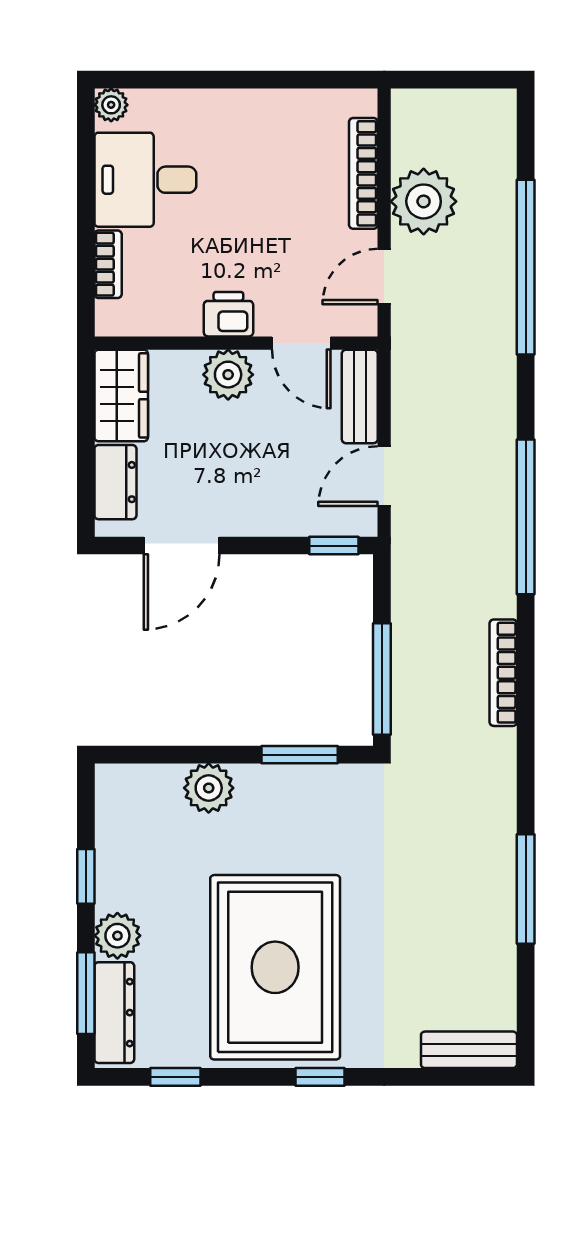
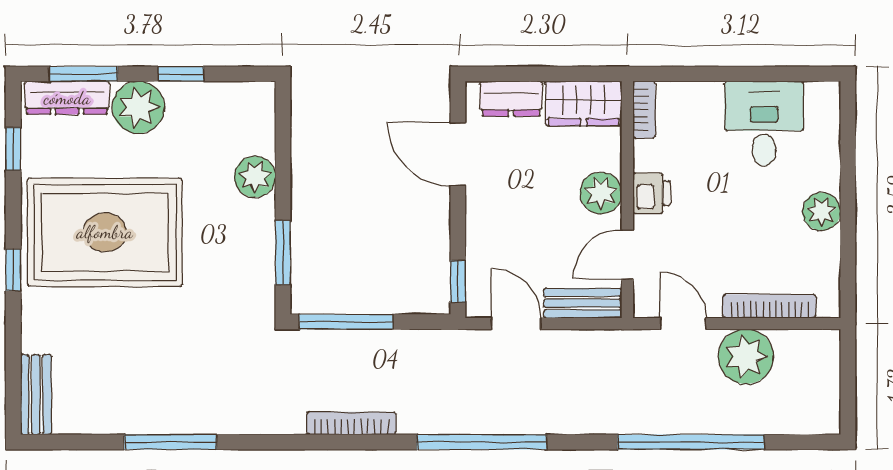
plant: (111, 105) -> (822, 211), moved, width x1.38, depth x1.38
bookcase: (108, 264) -> (644, 110), moved, turned -90
plant: (117, 936) -> (138, 107), width x1.36, depth x1.36

